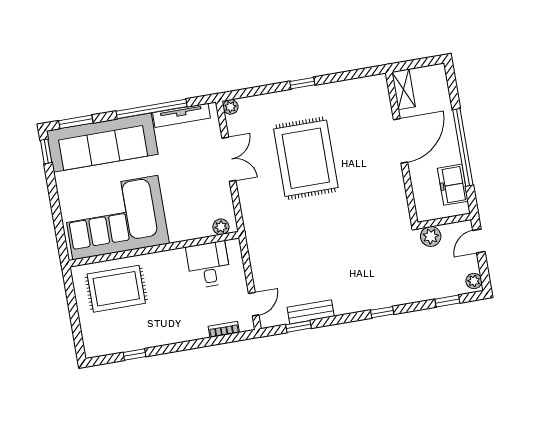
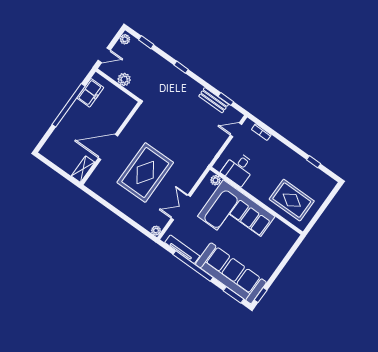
window: (302, 83) -> (112, 208), removed
shelving: (403, 89) -> (83, 169), moved
door: (401, 141) -> (108, 147), moved
wall: (402, 148) -> (111, 143), moved
corner sofa: (115, 218) -> (236, 216), moved

